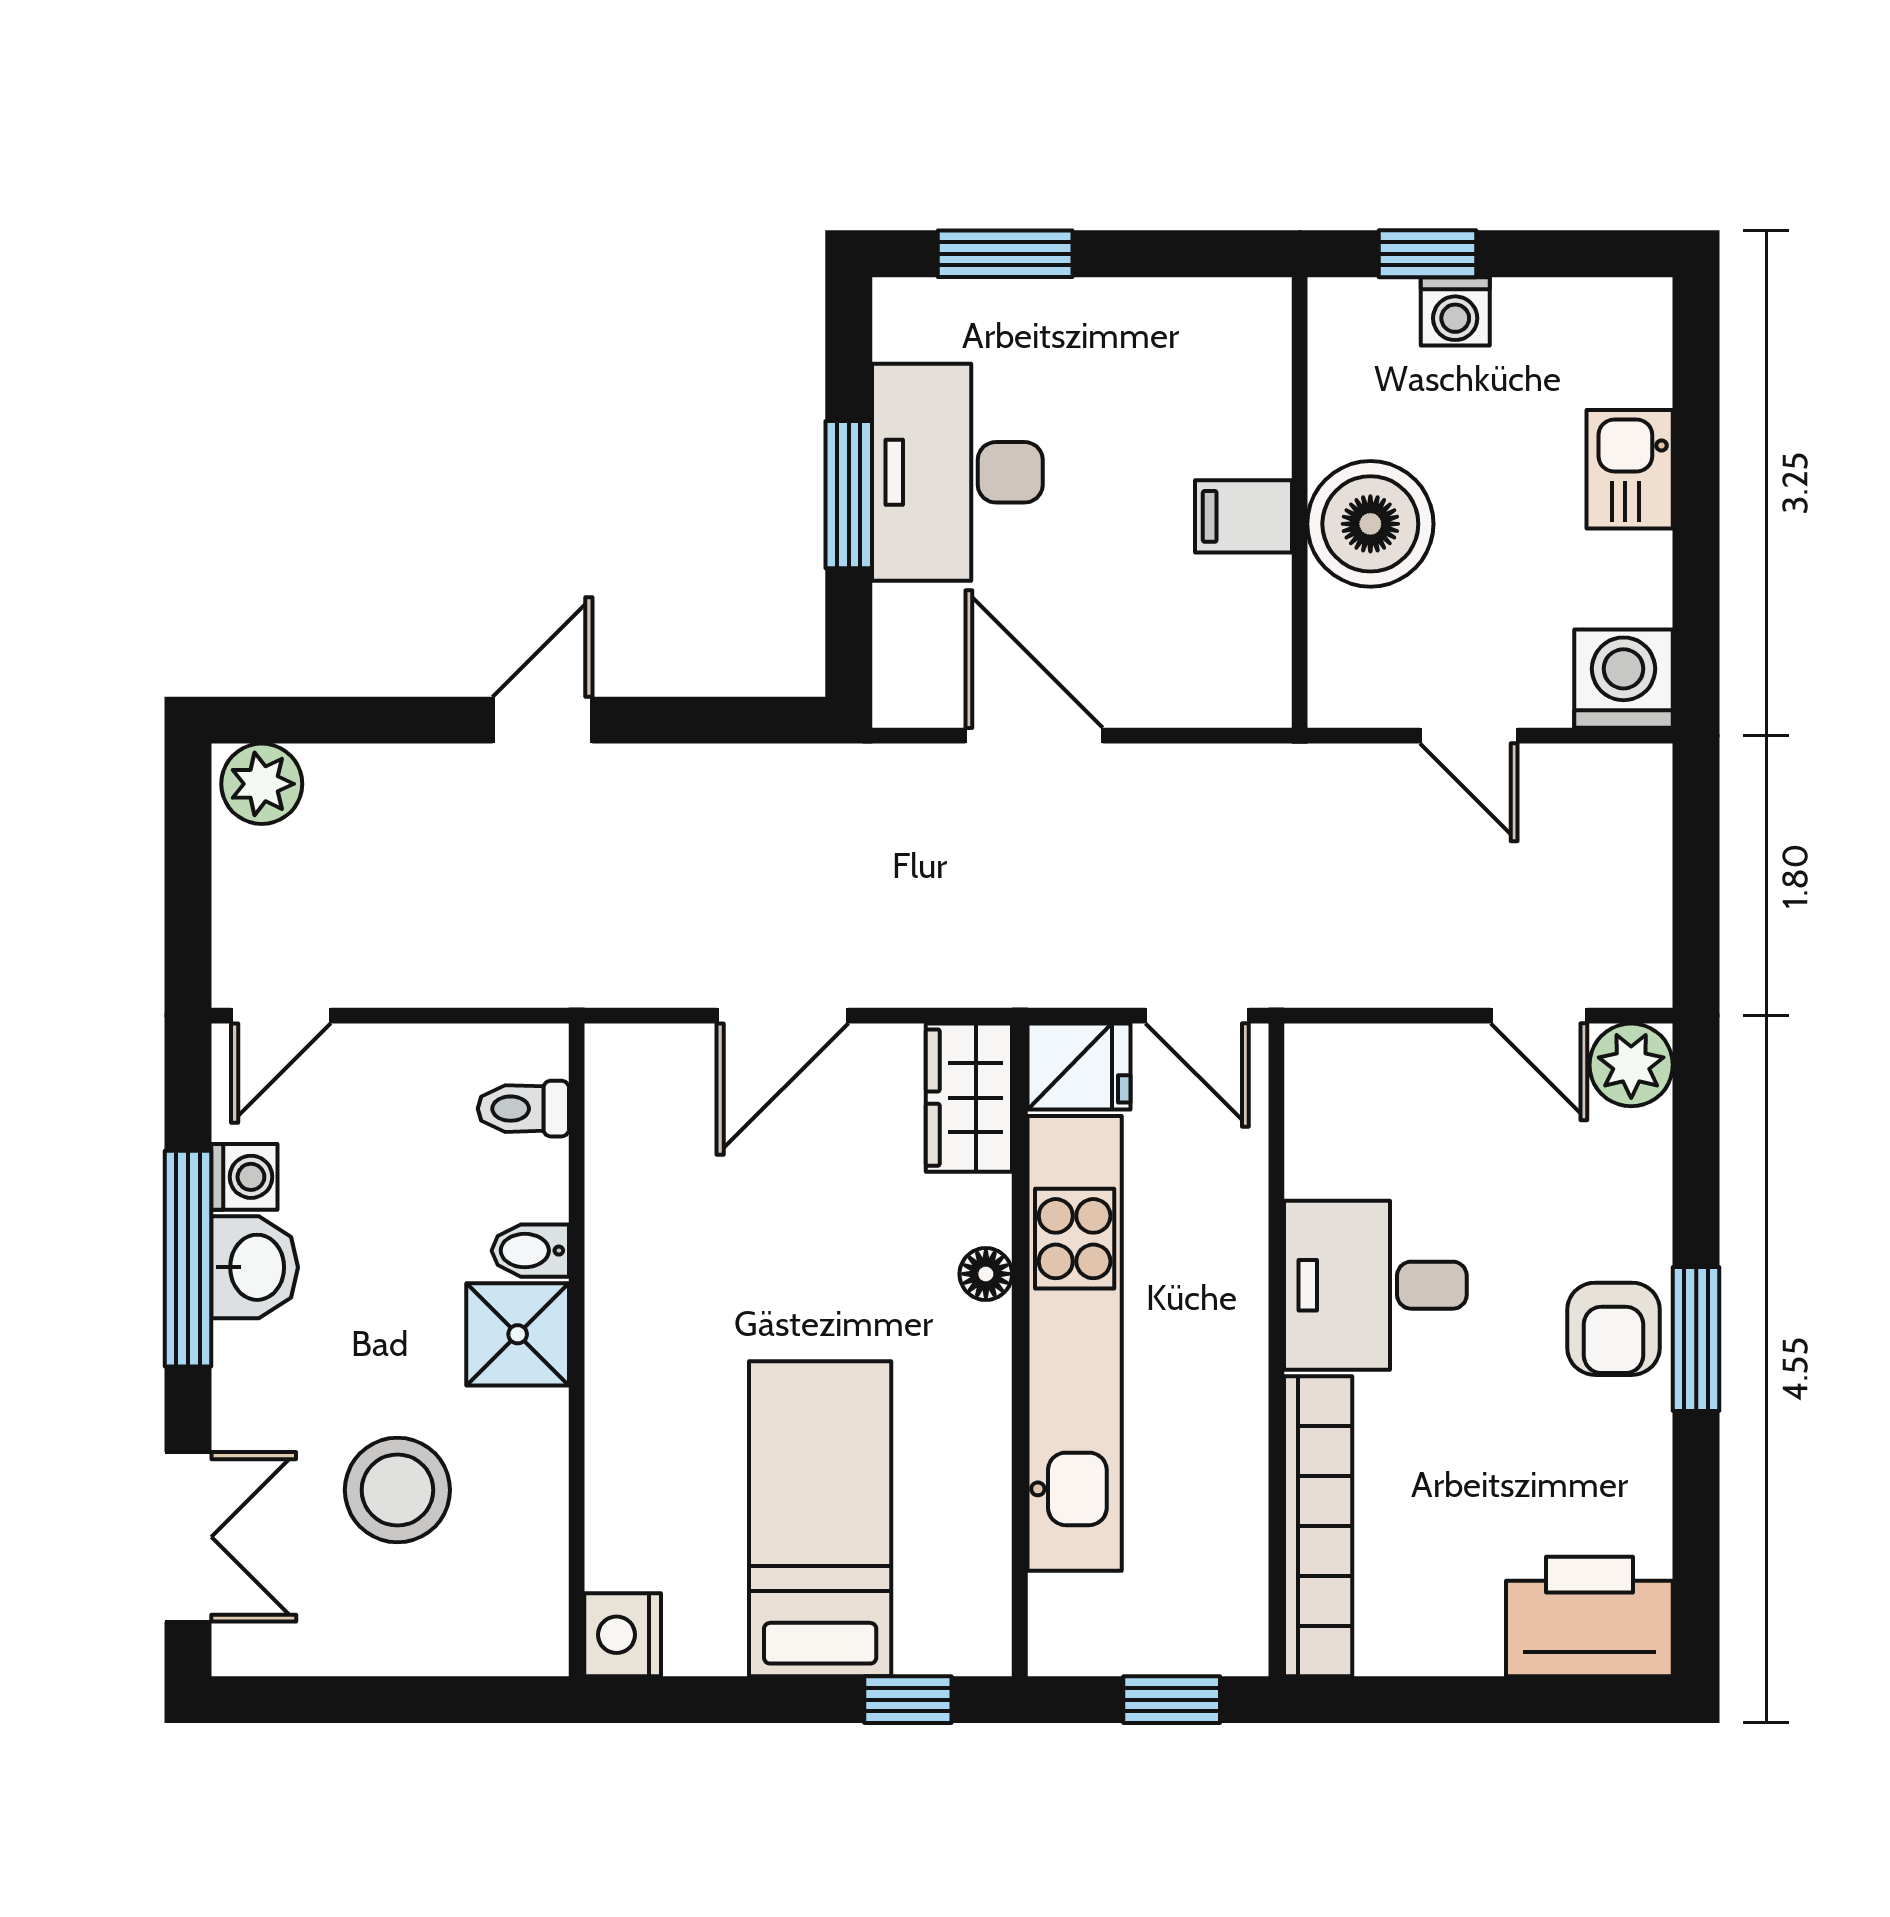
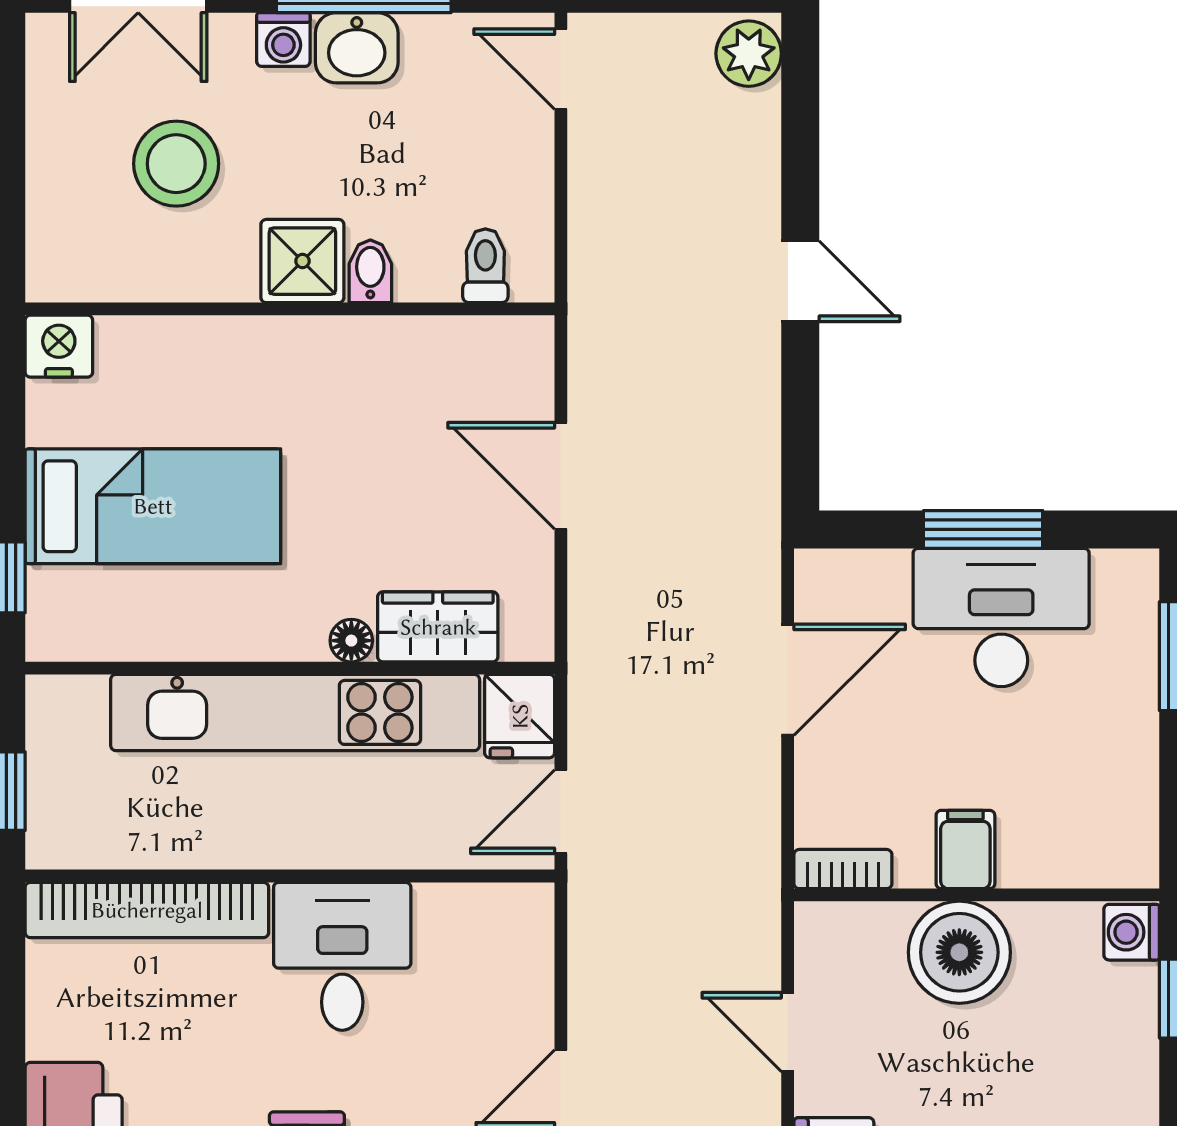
washing machine: (1455, 311) -> (1132, 932), moved
bookcase: (1268, 668) -> (843, 869), added
door: (1469, 736) -> (788, 1032), hinge flipped
wardrobe: (969, 1098) -> (438, 627), moved
washing machine: (244, 1177) -> (283, 40), moved

